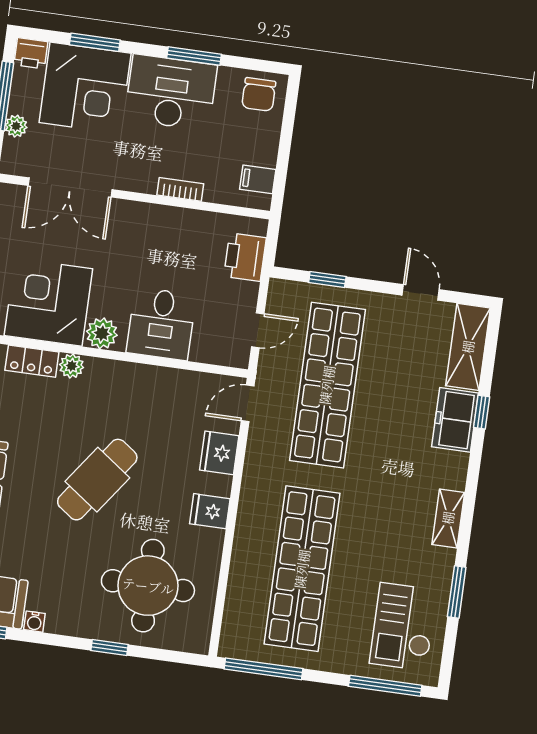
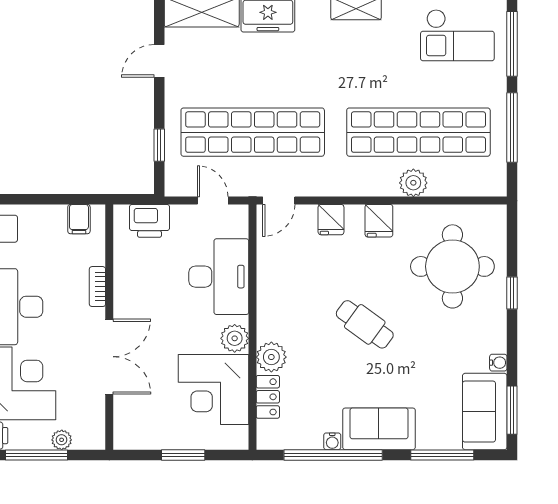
double door: (70, 187) -> (109, 357), moved
desk: (161, 324) -> (219, 277), width x1.37
plant: (72, 366) -> (271, 357), width x1.38, depth x1.38
door: (248, 403) -> (279, 201), hinge flipped
fridge: (219, 453) -> (331, 220), width x0.72
cafe table: (97, 480) -> (365, 324), width x0.73, depth x0.74
plant: (247, 555) -> (413, 183), added
window: (263, 669) -> (512, 127), moved

